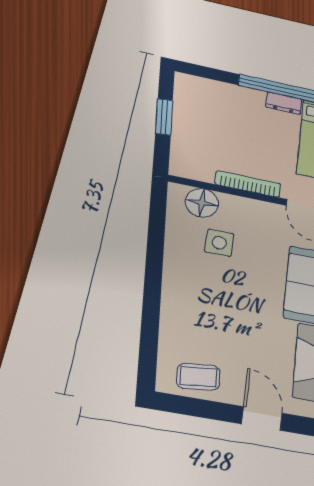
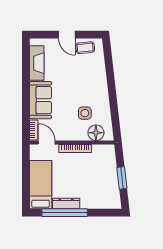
dresser: (284, 103) -> (66, 203), width x1.44
door: (262, 419) -> (67, 35), moved

